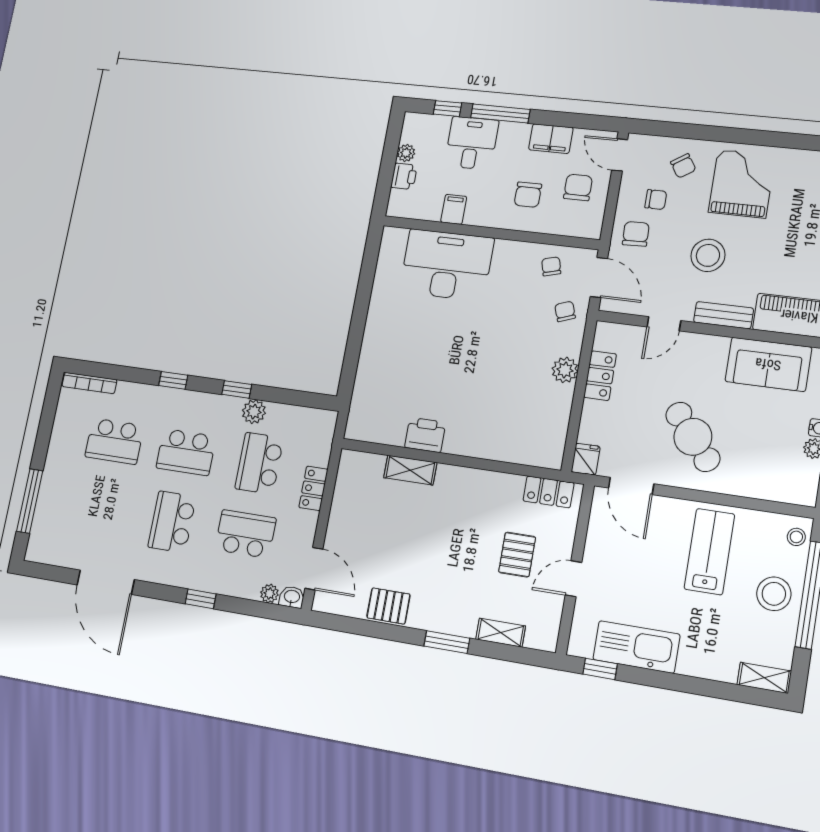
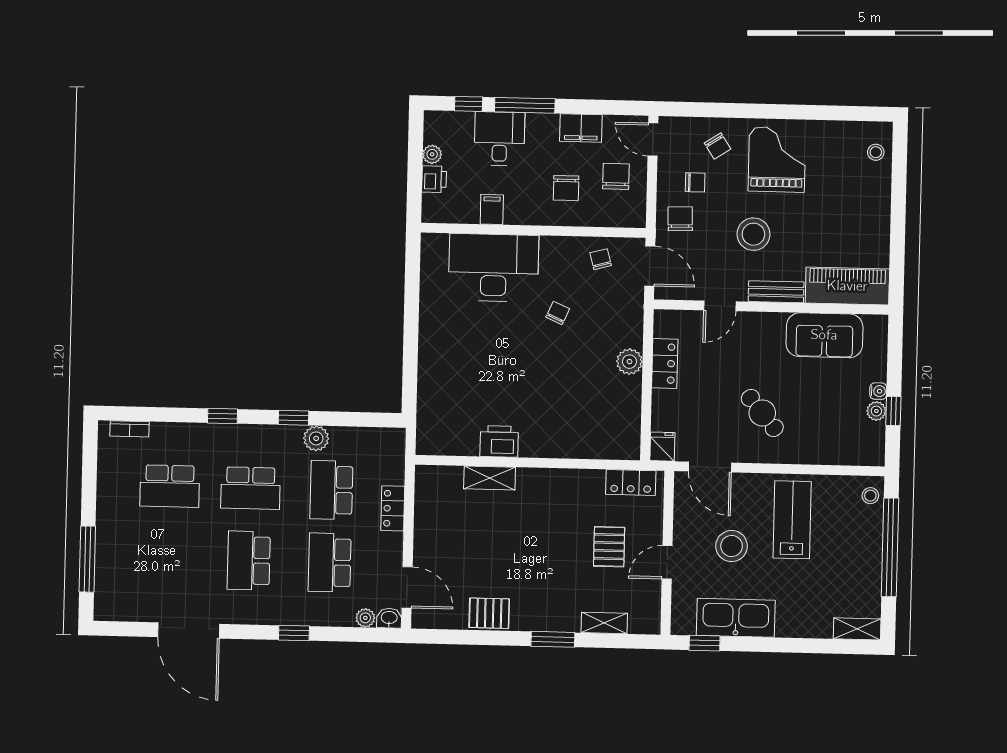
chair: (565, 311) -> (558, 313), moved, turned 44
bookcase: (89, 383) -> (129, 429), width x0.64
cafe table: (693, 437) -> (762, 413), width x0.73, depth x0.74
school desk: (245, 534) -> (330, 563), turned -90
stool: (774, 594) -> (732, 546), moved

